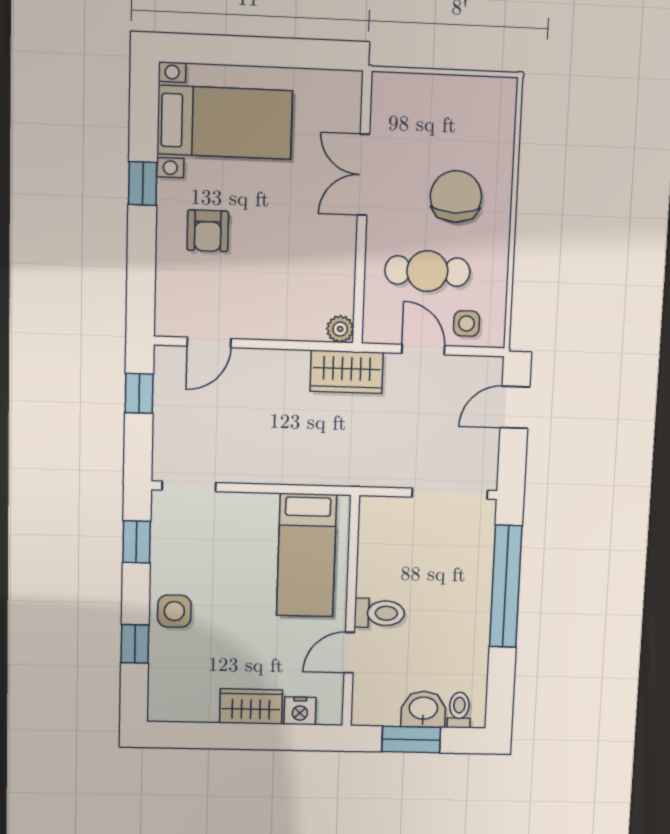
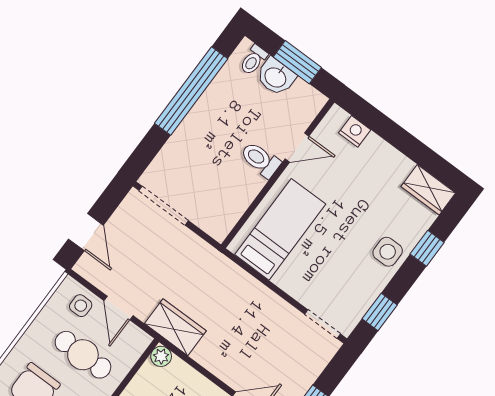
door: (515, 407) -> (86, 232), hinge flipped
window: (506, 586) -> (191, 91), moved
wardrobe: (251, 706) -> (428, 190), moved

